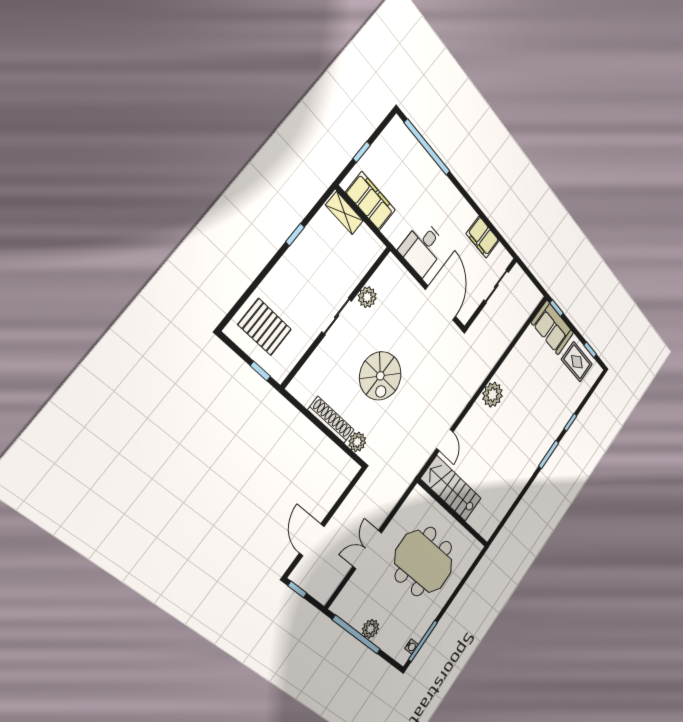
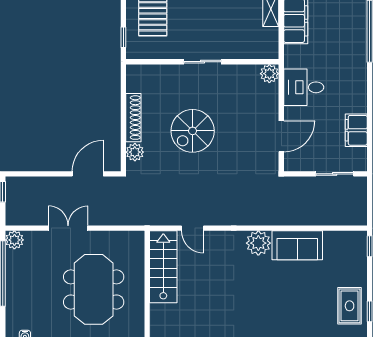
plant: (367, 297) -> (269, 74), moved
door: (441, 303) -> (281, 136), width x0.73
sofa: (552, 328) -> (297, 245), moved, turned -90
door: (445, 440) -> (193, 228), hinge flipped
door: (312, 540) -> (88, 174), moved
plant: (370, 629) -> (14, 240), moved

